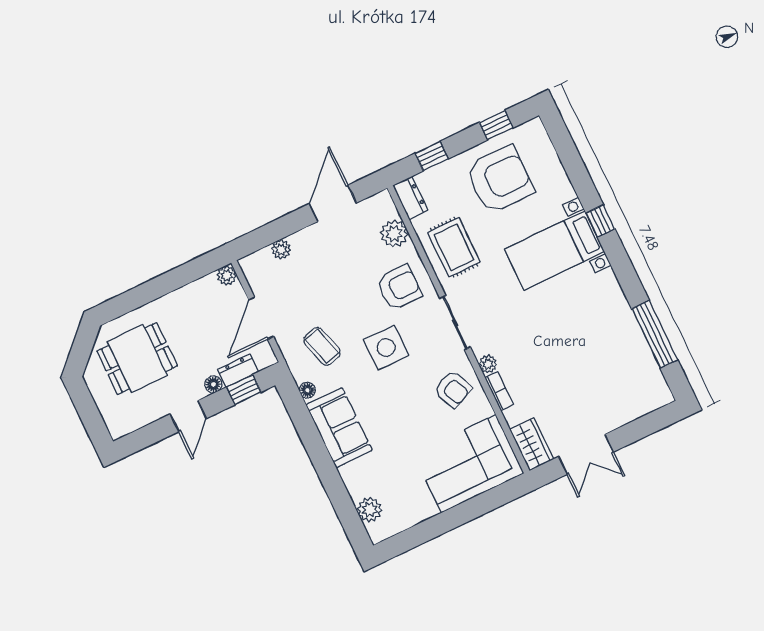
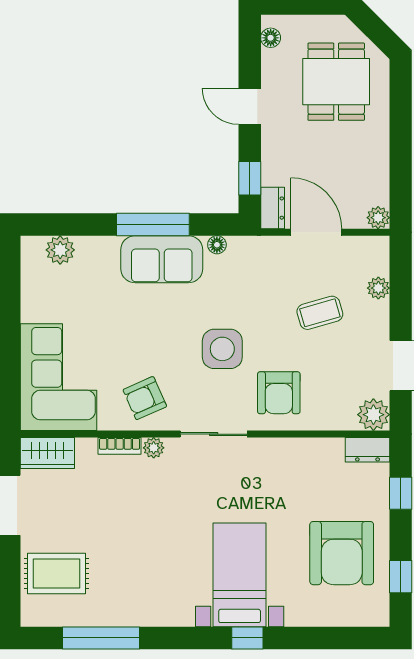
plant: (394, 234) -> (373, 415), moved
rug: (454, 247) -> (56, 574), moved
coffee table: (322, 346) -> (320, 313), moved
dresser: (238, 371) -> (273, 208), moved
floor lamp: (213, 384) -> (271, 38), moved
window: (316, 447) -> (153, 225), added

